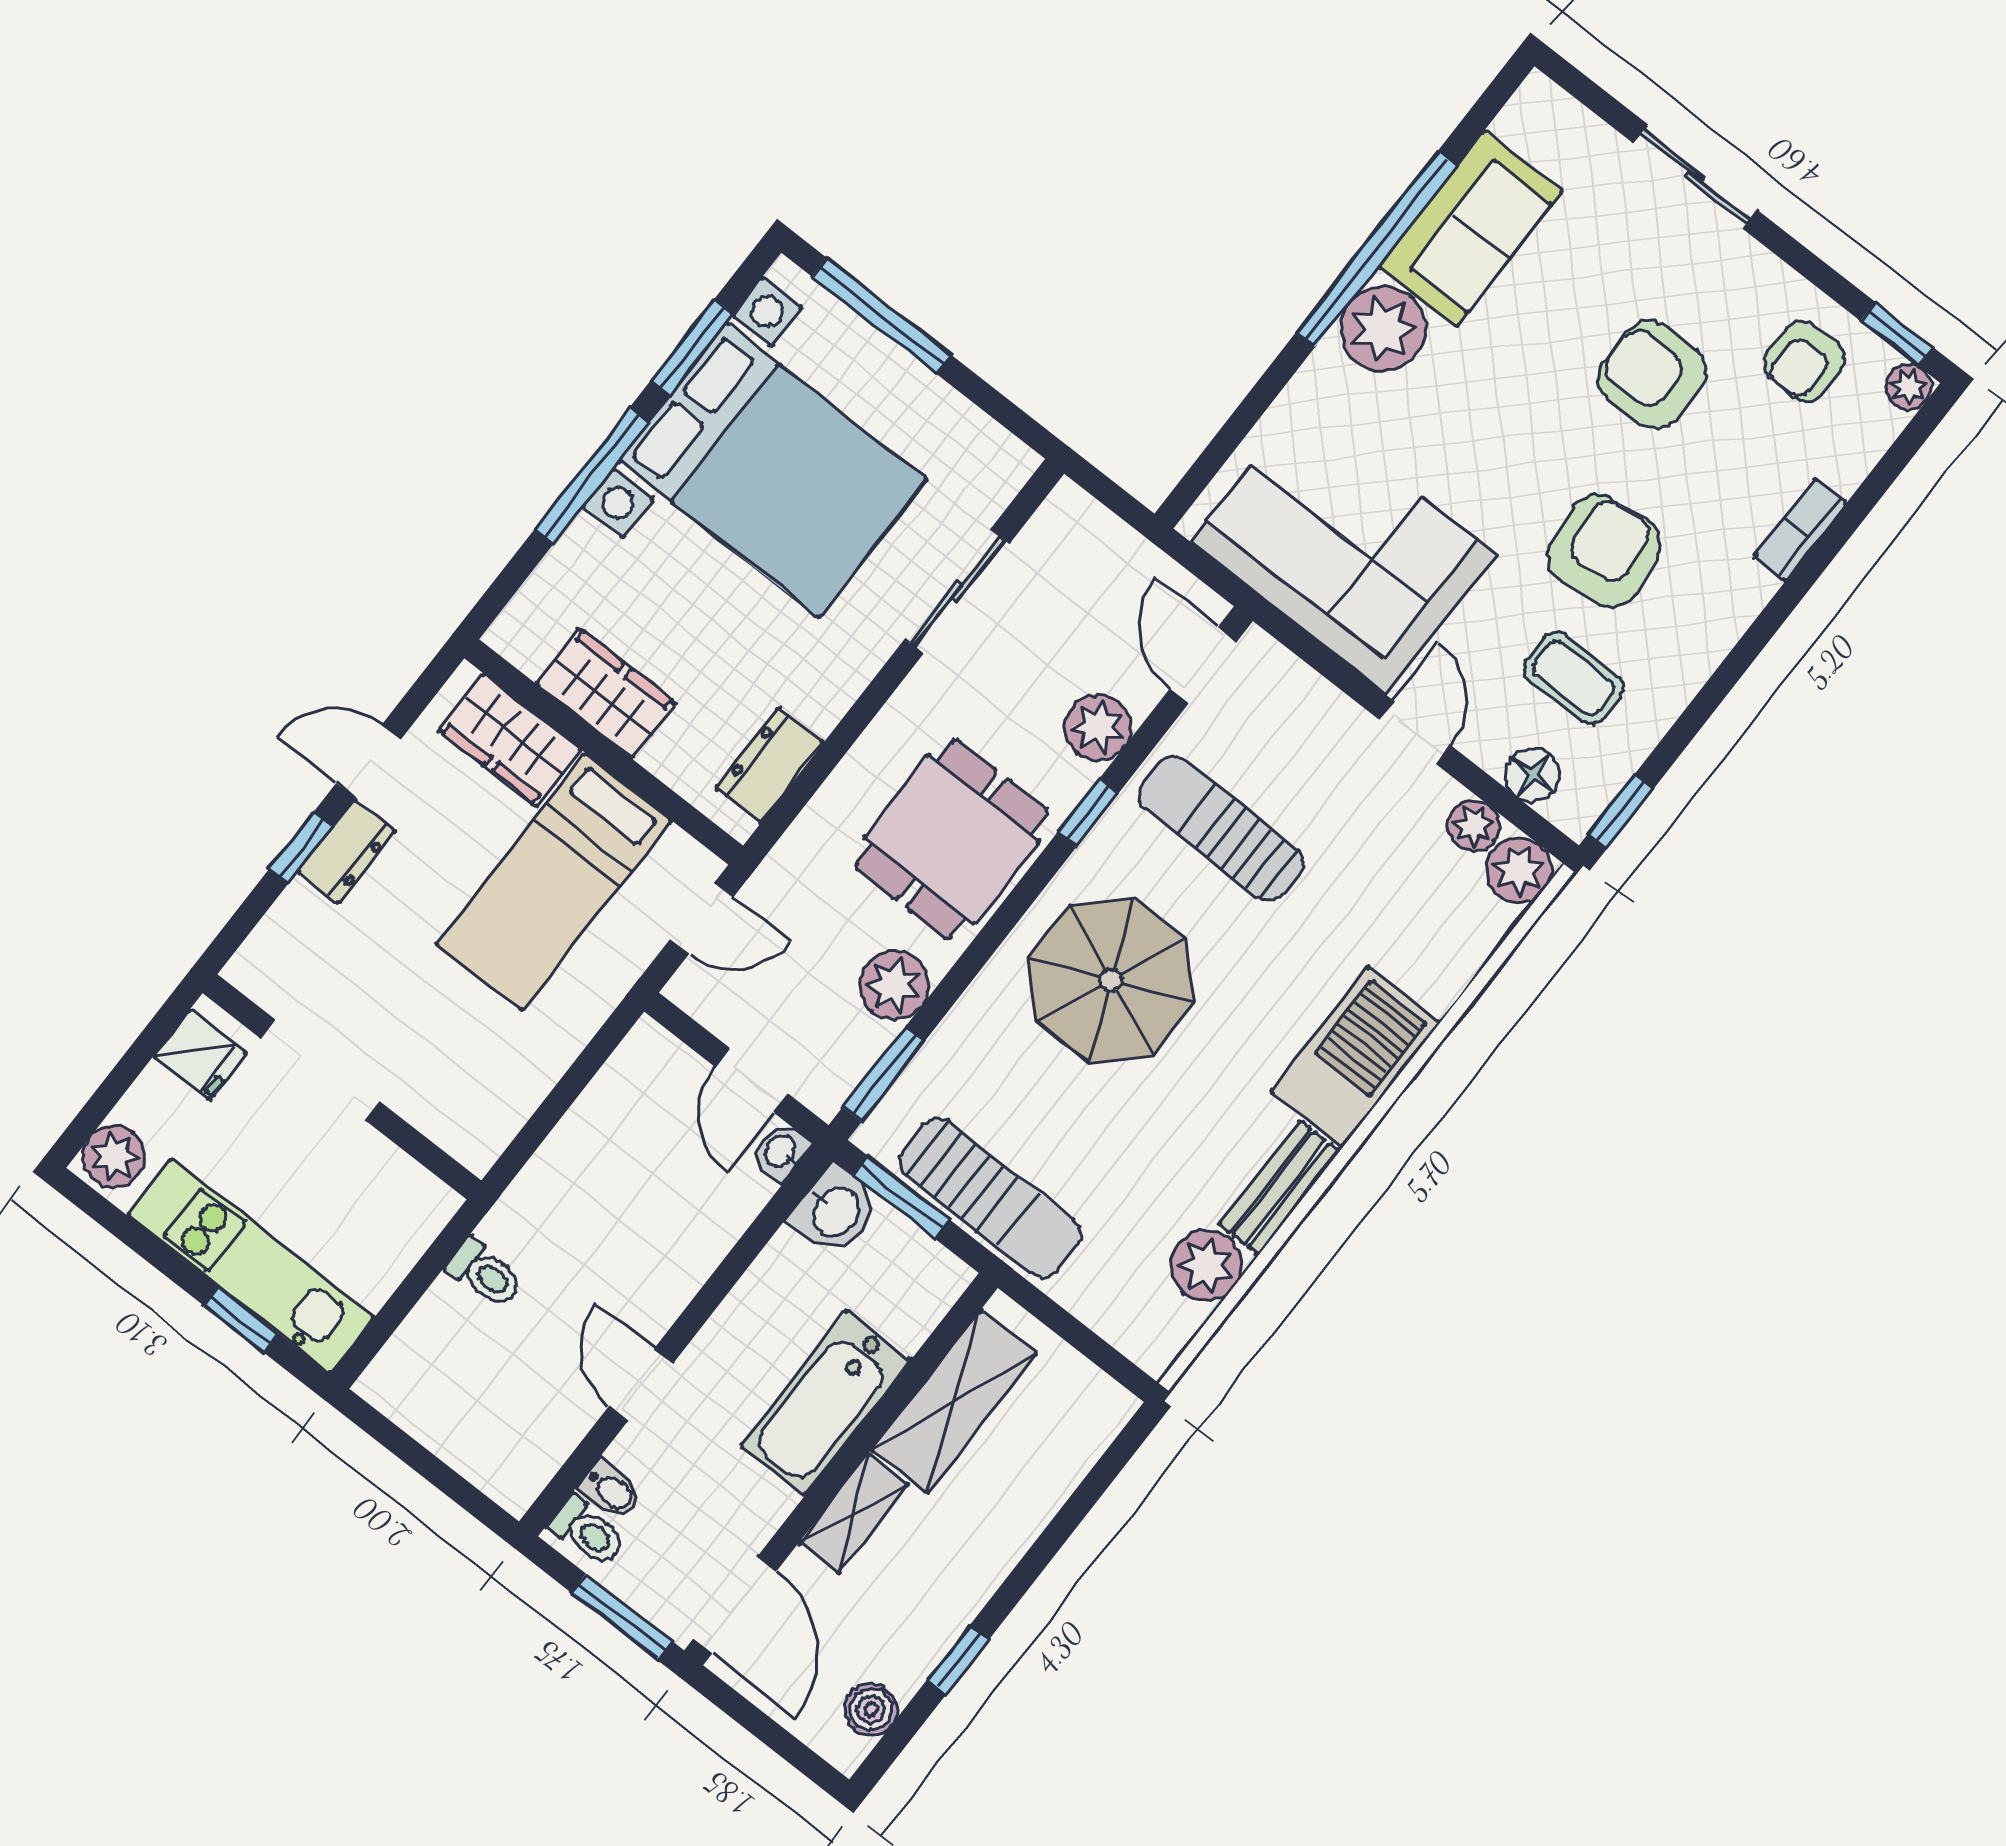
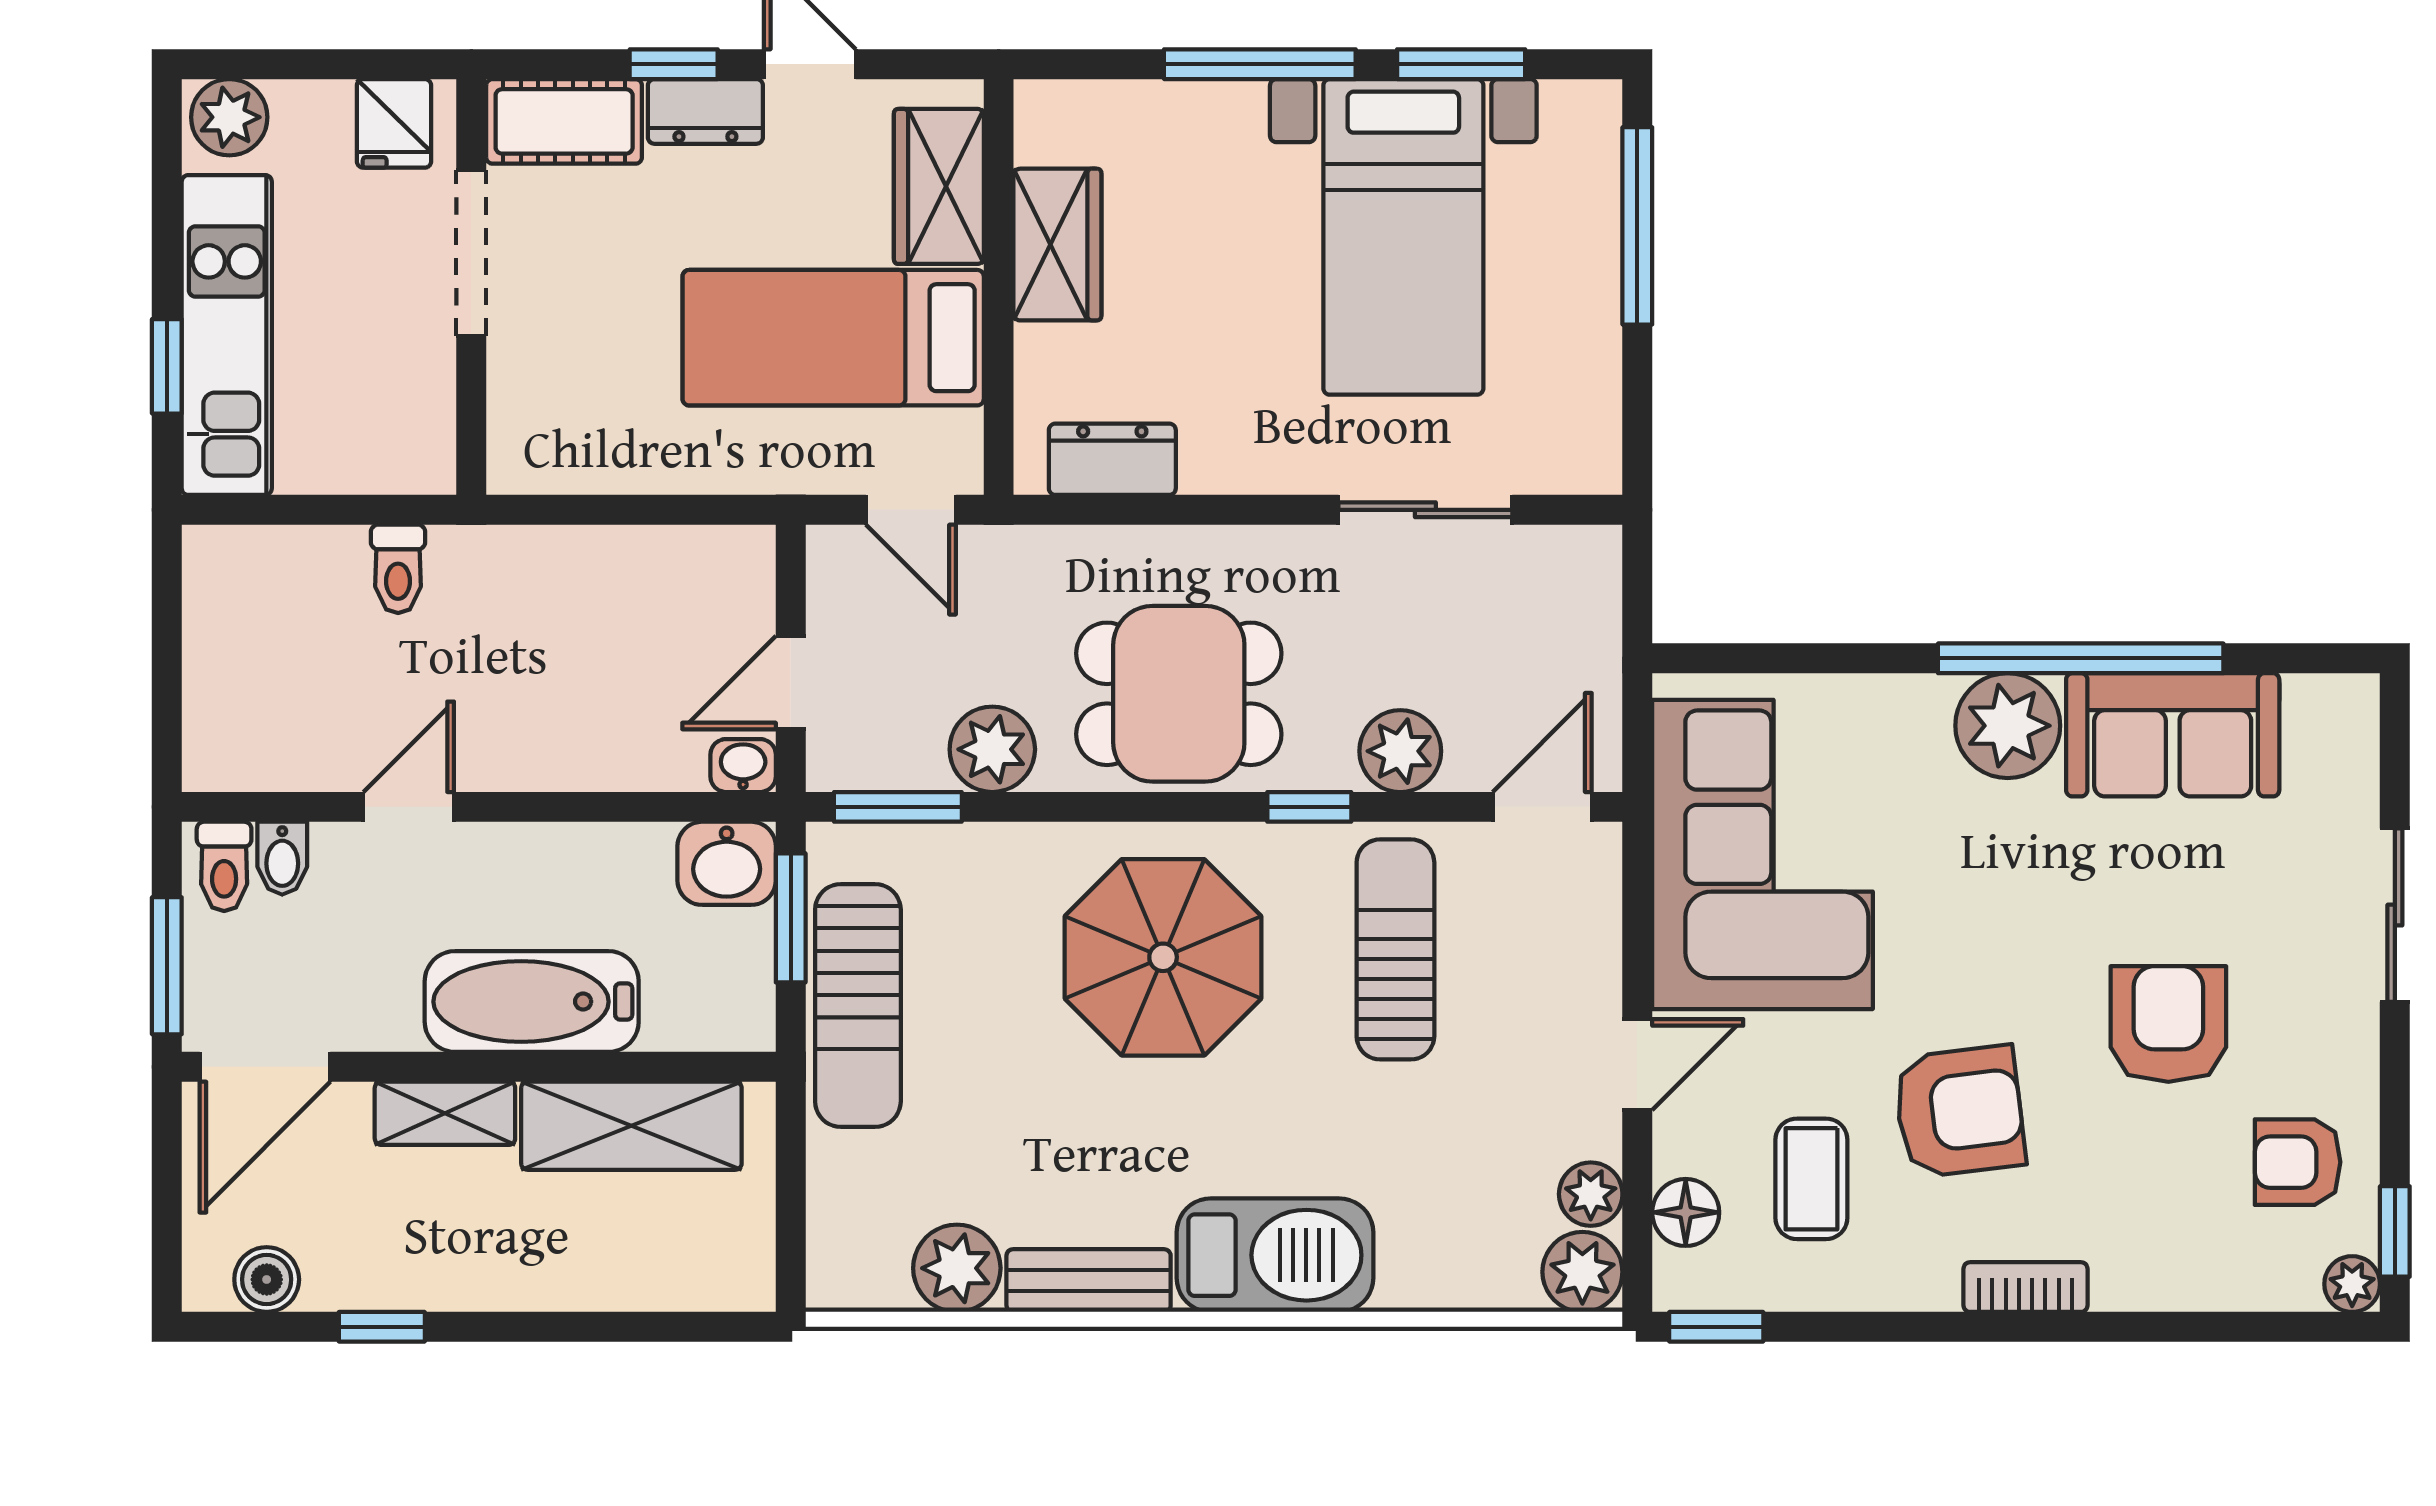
bed with nightstands: (773, 470) -> (1403, 237), width x0.73
bookcase: (1800, 529) -> (2025, 1287), moved
cot: (283, 946) -> (564, 121), added

